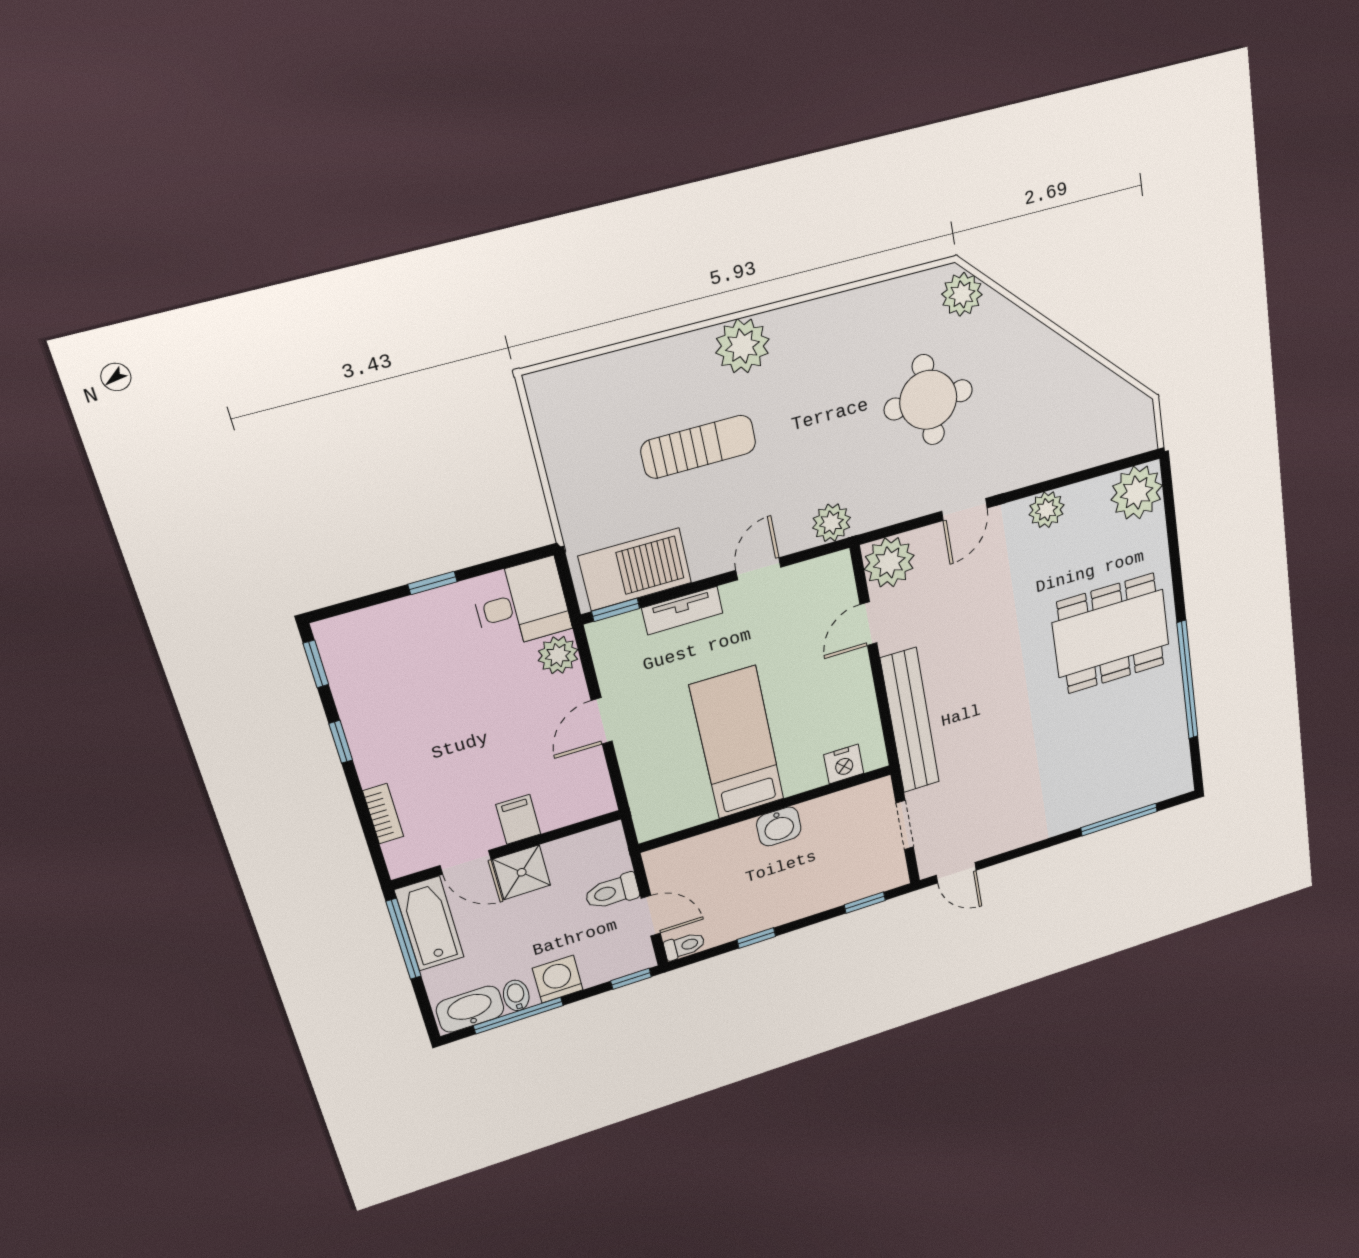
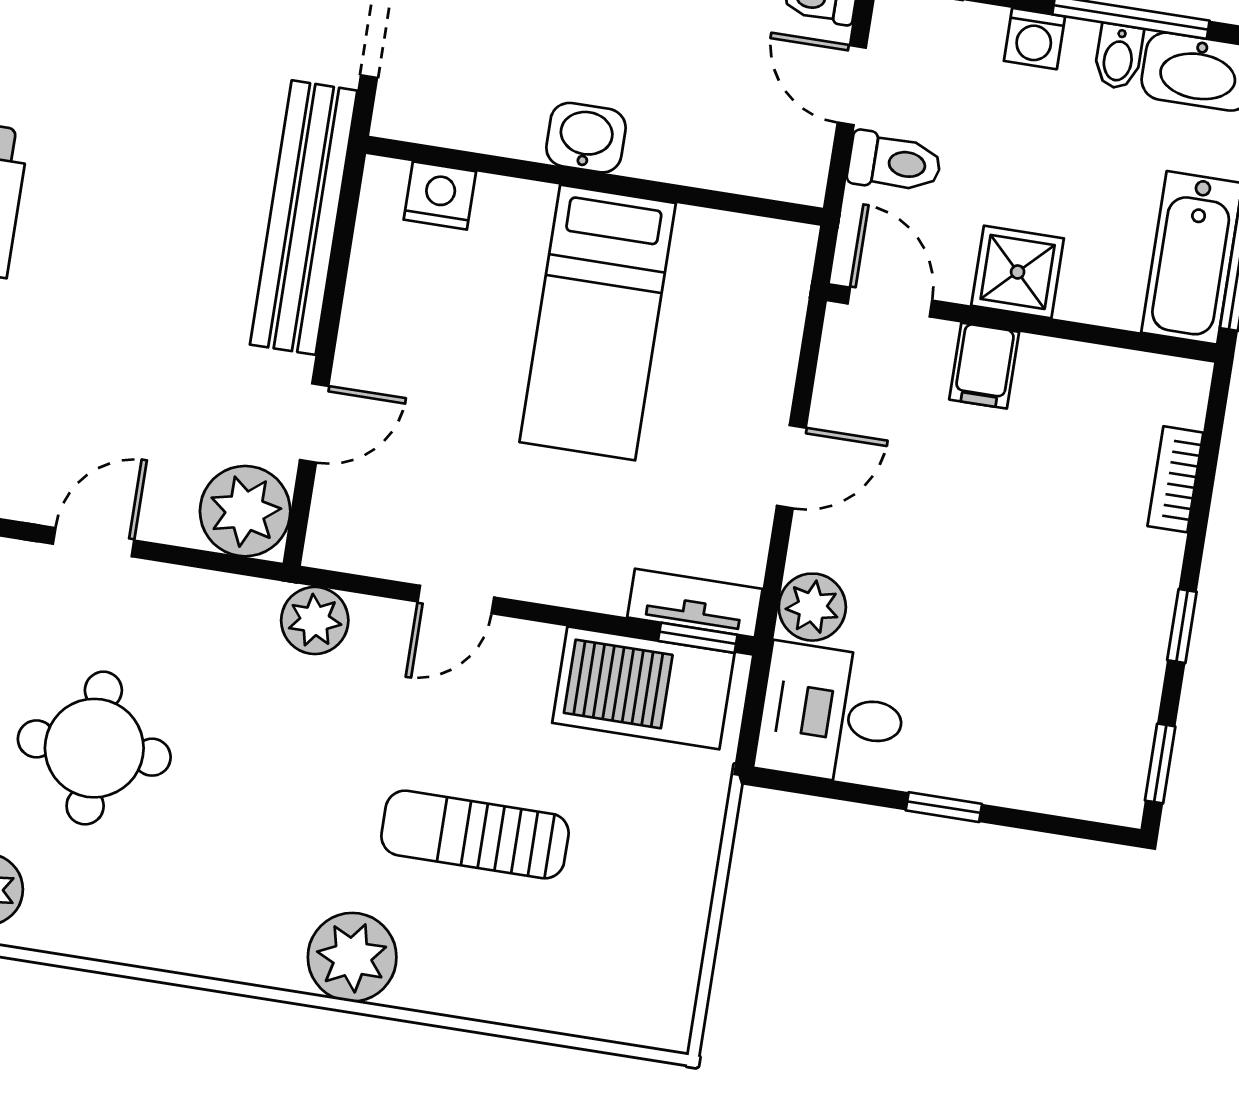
tv unit: (682, 611) -> (695, 603), moved
door: (466, 862) -> (890, 302), moved
washing machine: (558, 979) -> (1034, 39), width x0.73, depth x0.73

